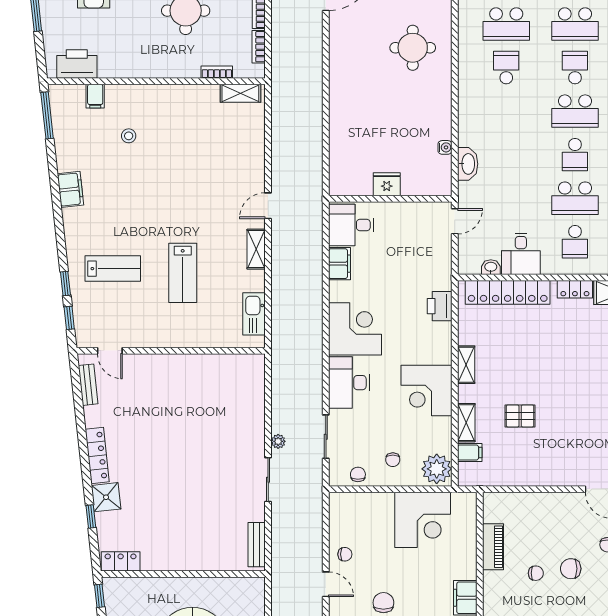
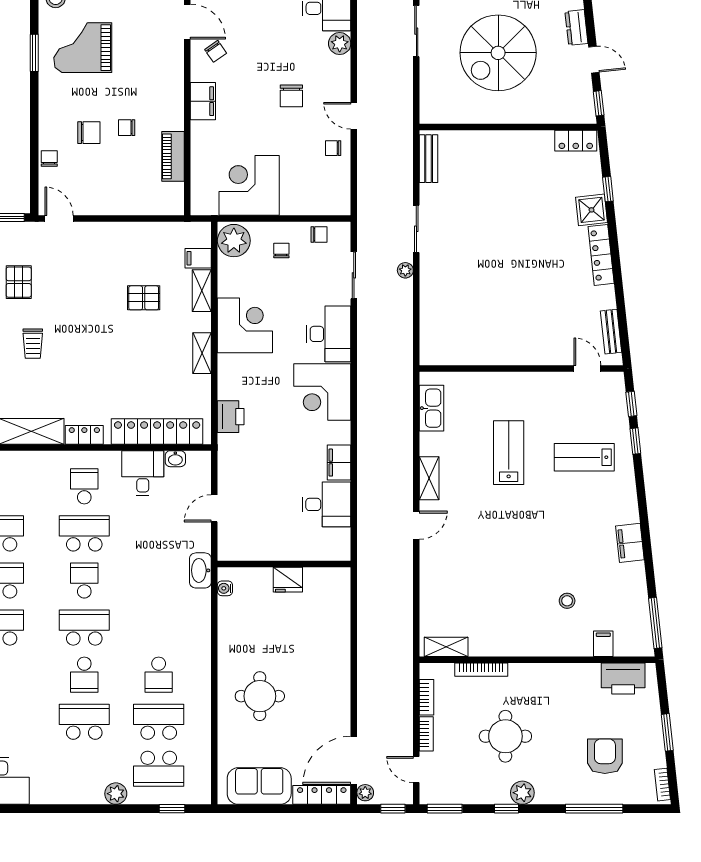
bookcase: (217, 72) -> (481, 670), width x1.56
fridge: (387, 184) -> (288, 580), moved
wall: (390, 199) -> (284, 564), moved
chair: (358, 474) -> (319, 235), turned -90

